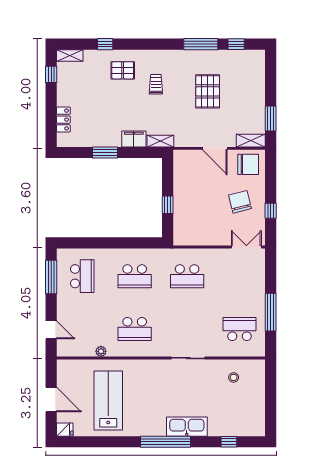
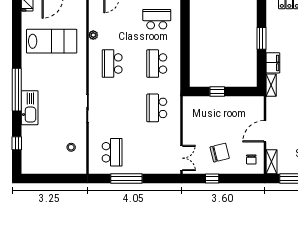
chair: (248, 164) -> (251, 159), width x0.54, depth x0.54
school desk: (82, 276) -> (157, 19), turned 180

